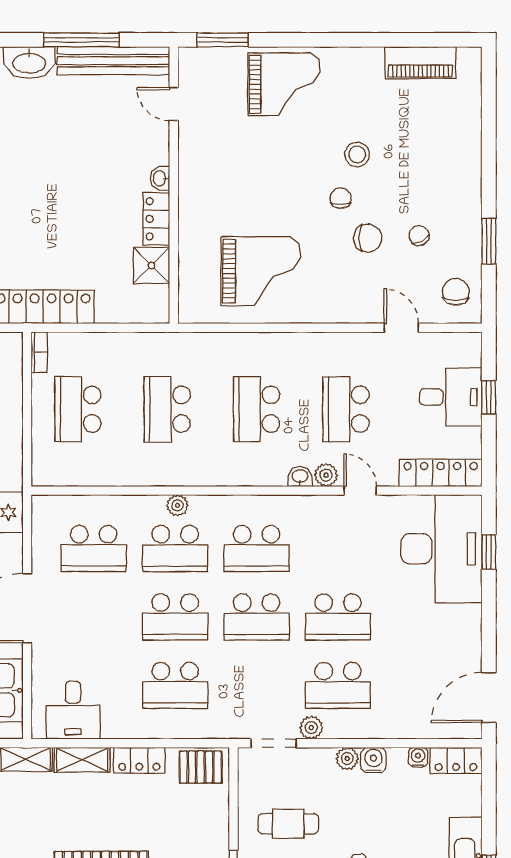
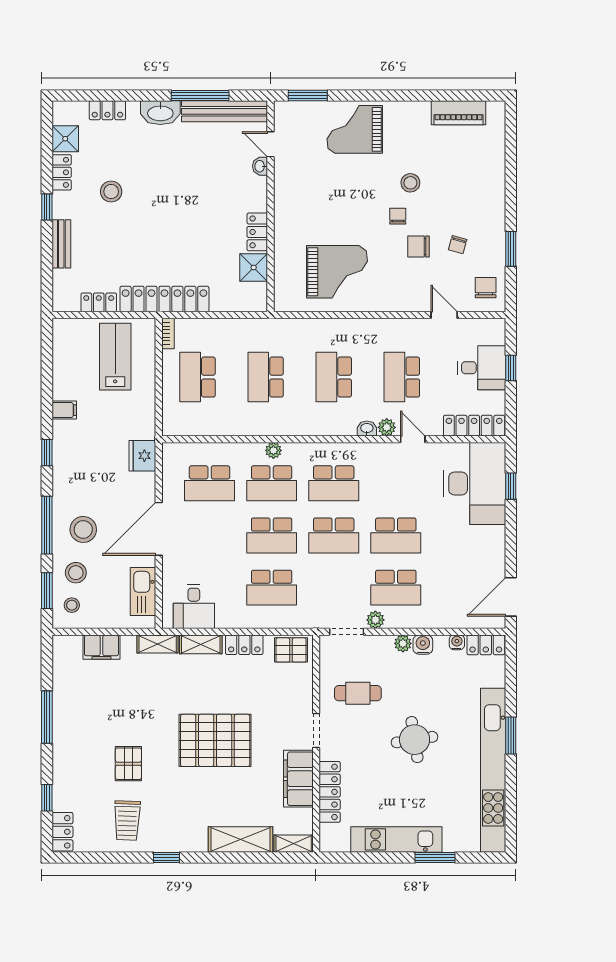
grand piano: (284, 84) -> (355, 129), turned 180
washbasin: (160, 178) -> (260, 166), moved
chair: (419, 235) -> (458, 245), turned -137
chair: (368, 238) -> (419, 247), turned 180

